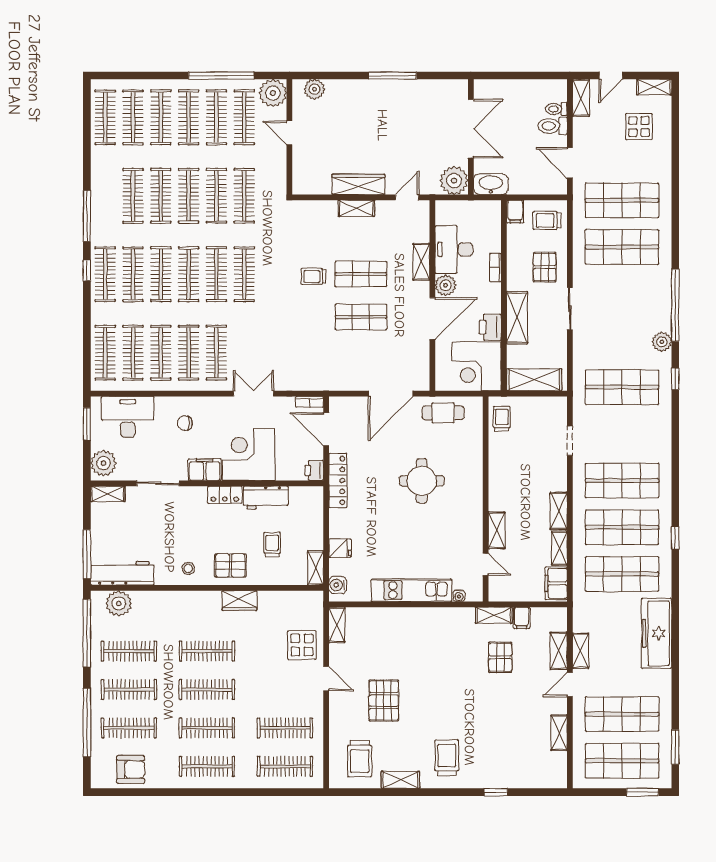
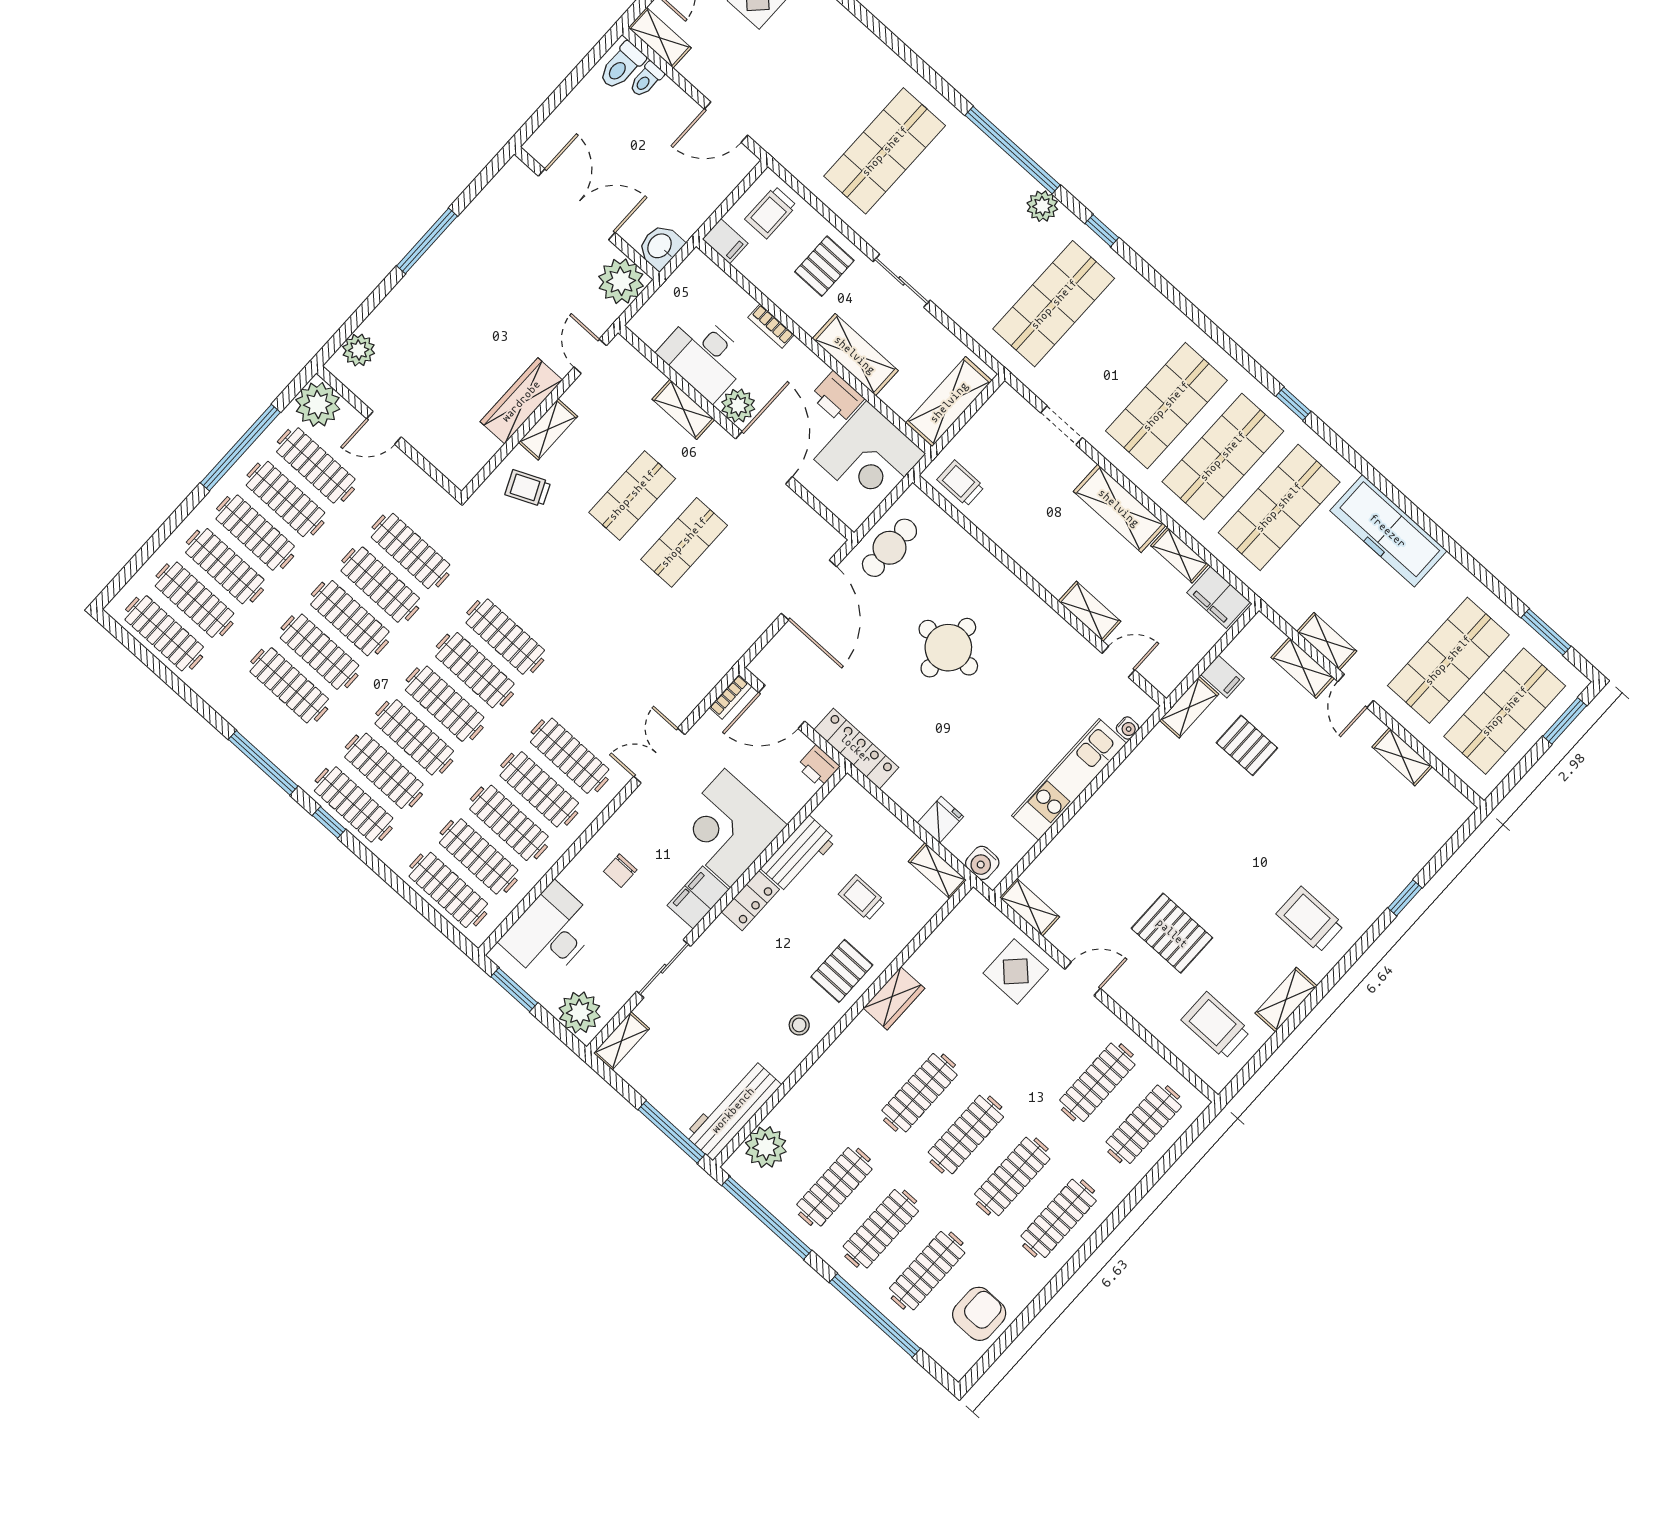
toilet: (553, 126) -> (622, 66), moved
washbasin: (491, 184) -> (660, 247), width x0.72
shop shelf: (622, 200) -> (828, 100), removed
pallet: (545, 267) -> (824, 266), turned 90
trolley: (313, 276) -> (528, 488), moved, turned 66
shelving: (559, 511) -> (1119, 508), width x1.50, depth x1.33
trolley: (360, 758) -> (1216, 1025), turned 180

